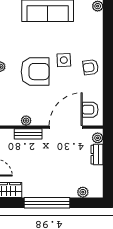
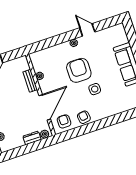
armchair: (91, 67) -> (84, 117), moved
armchair: (35, 72) -> (79, 70), turned 180
door: (66, 127) -> (45, 107), hinge flipped

